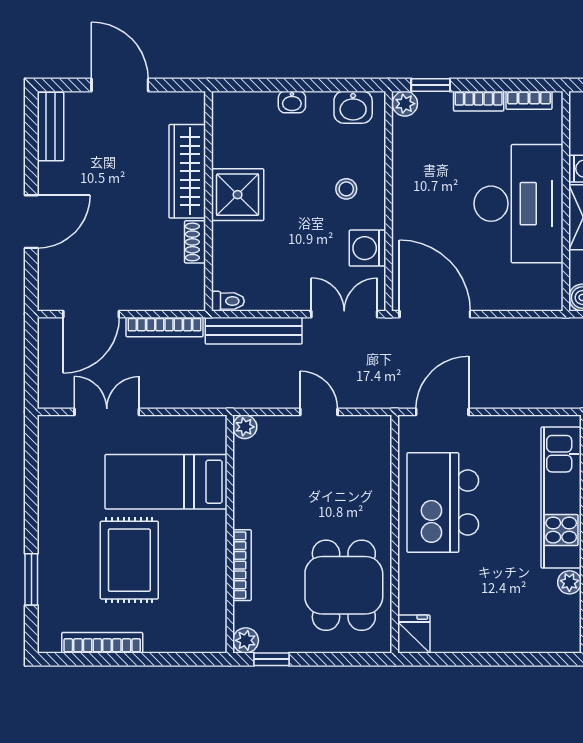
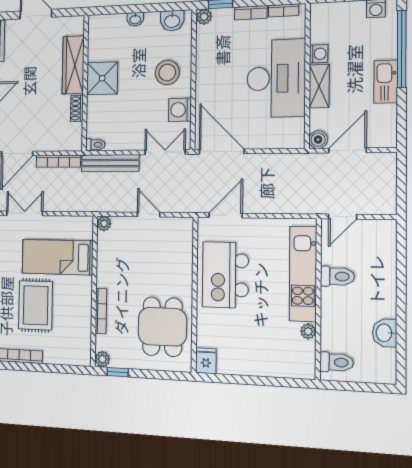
stool: (346, 189) -> (167, 72), width x1.89, depth x1.89

